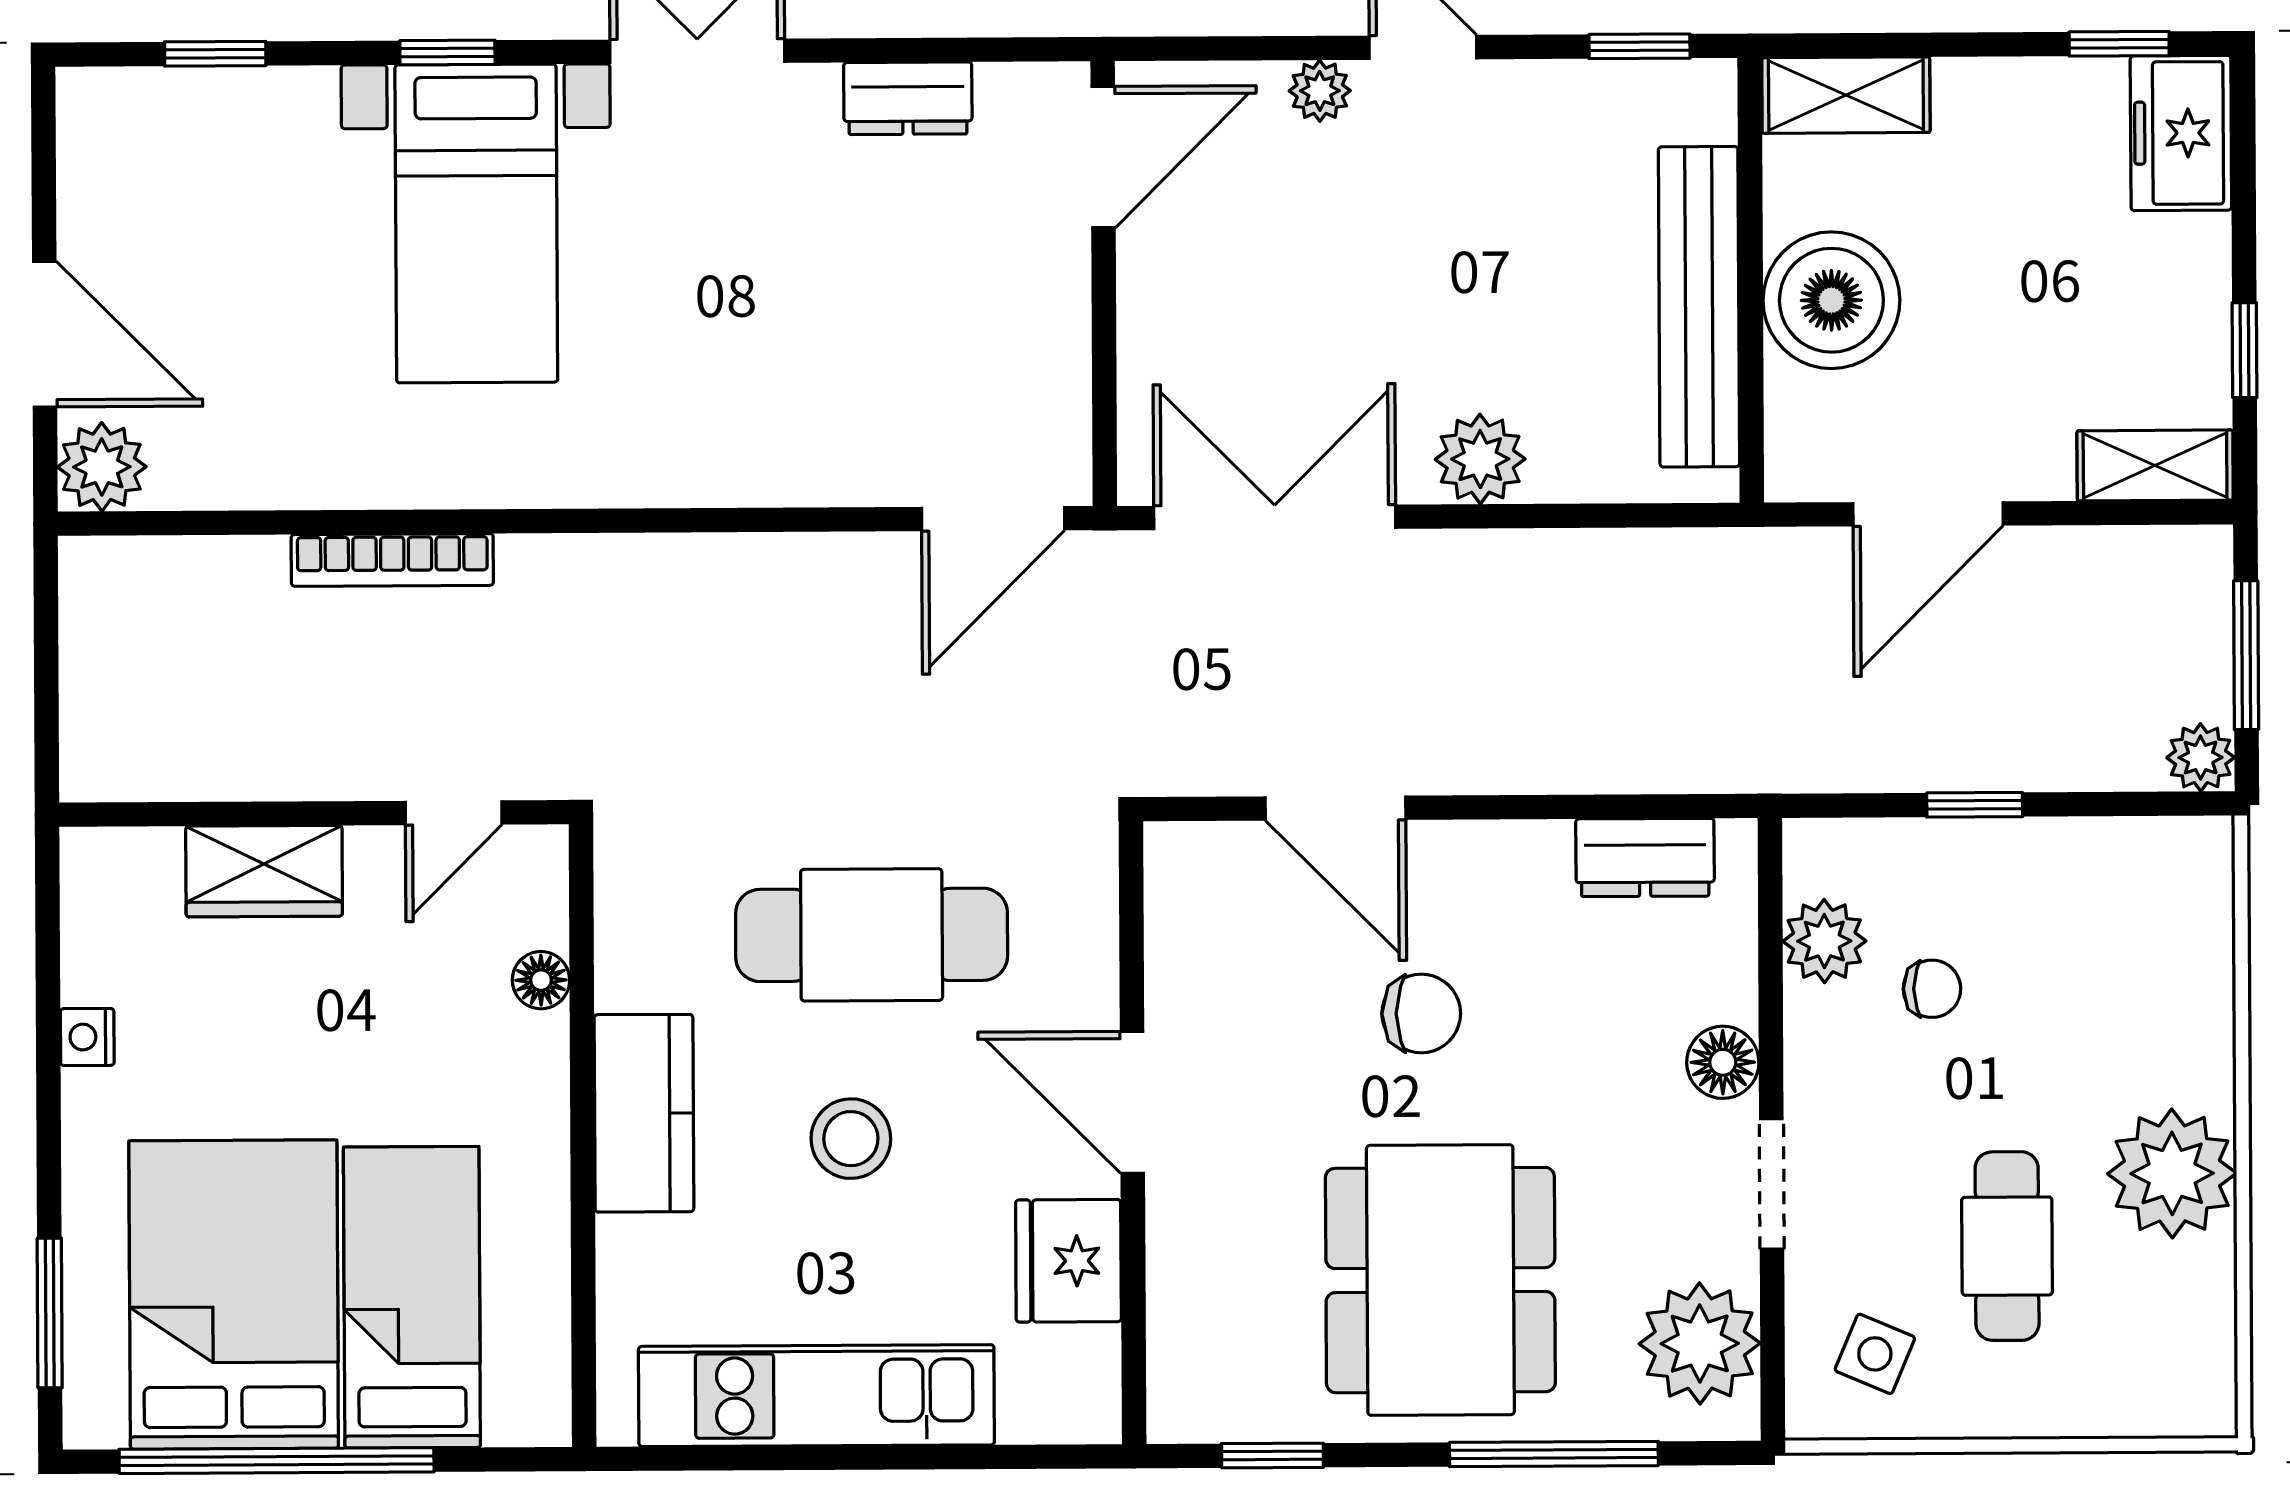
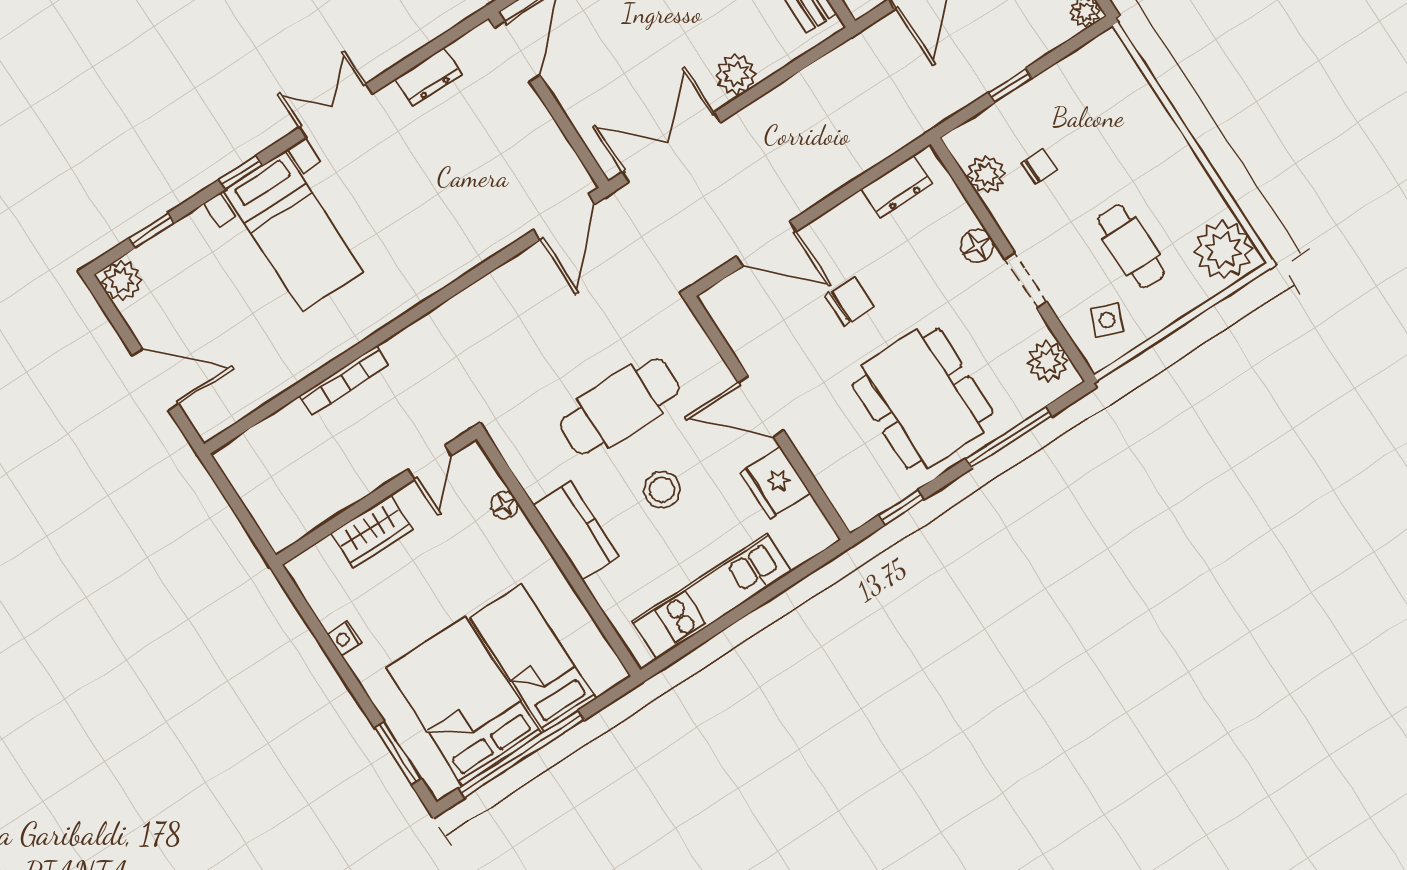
plant: (102, 467) -> (122, 280), moved
plant: (2172, 1173) -> (1224, 250), moved
plant: (1700, 1344) -> (1048, 361), width x0.73, depth x0.73

